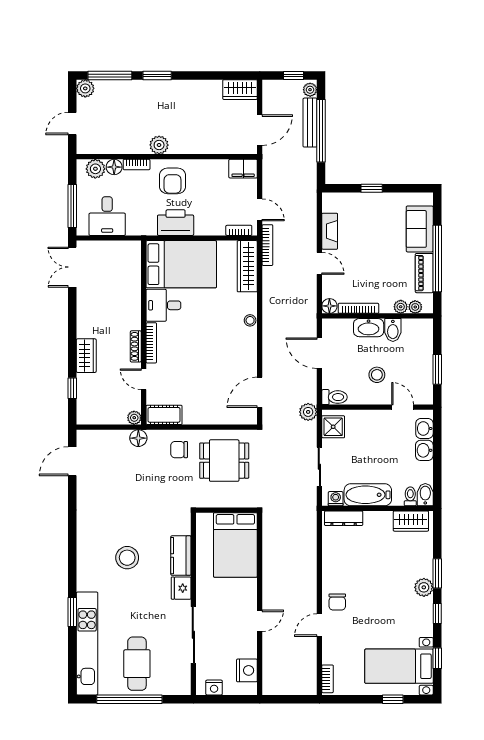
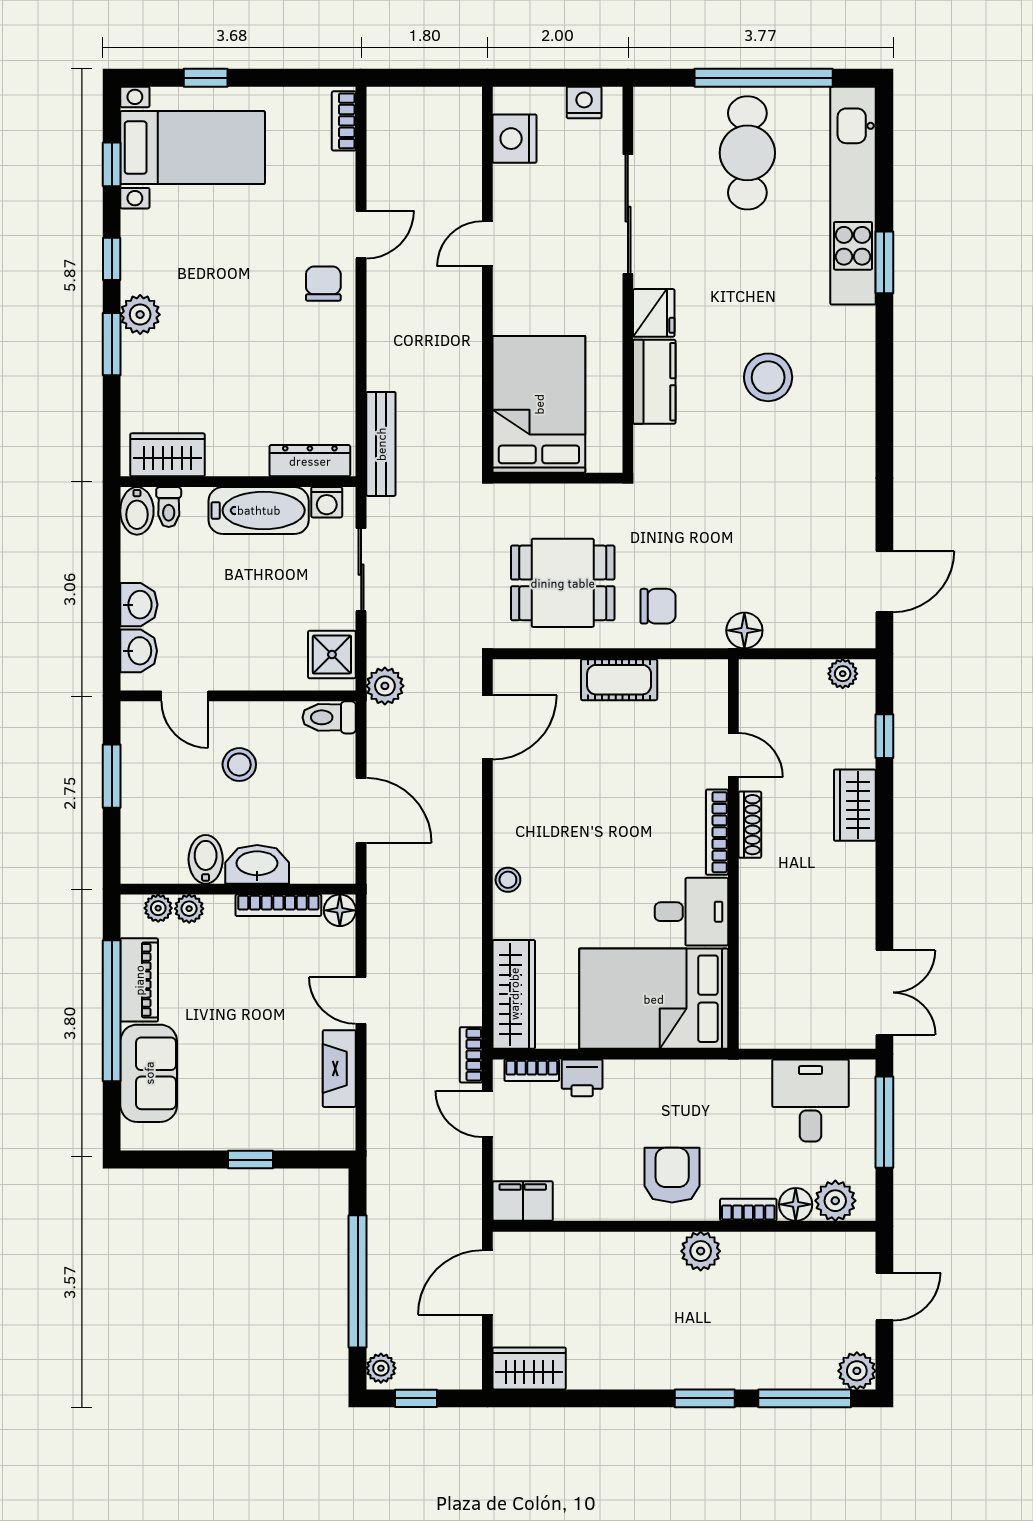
bench: (310, 123) -> (381, 444), moved
printer: (176, 223) -> (582, 1078), moved, width x0.53, depth x0.68
bookcase: (267, 245) -> (471, 1055), width x0.64
cot: (164, 415) -> (619, 680), moved
plant: (134, 418) -> (843, 674), moved

